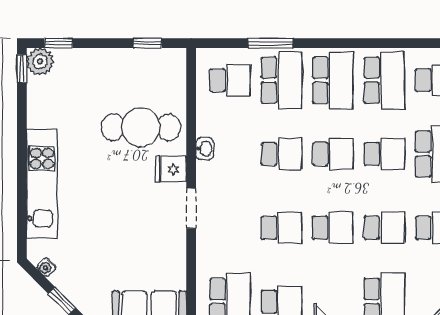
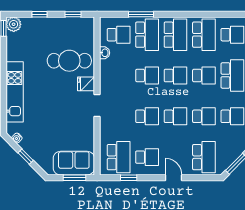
window: (59, 43) -> (40, 14), moved
washbasin: (205, 149) -> (105, 53), moved

